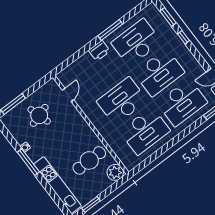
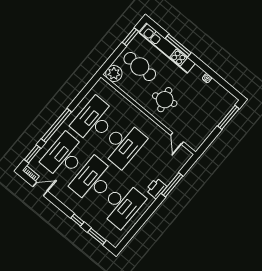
window: (110, 30) -> (172, 185), moved
round table: (39, 115) -> (165, 100), moved
window: (183, 134) -> (56, 125), added
cafe table: (89, 160) -> (140, 67), moved, turned 90
window: (28, 162) -> (178, 46), moved

